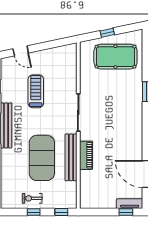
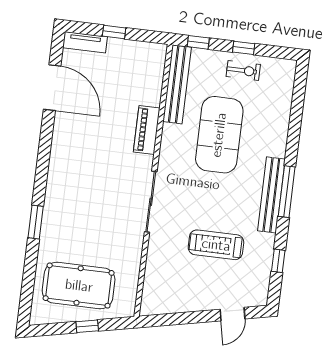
door: (21, 51) -> (232, 314), swing flipped
treadmill: (36, 91) -> (216, 245), turned 90
bench: (71, 157) -> (177, 84), moved
window: (126, 212) -> (114, 32), moved

